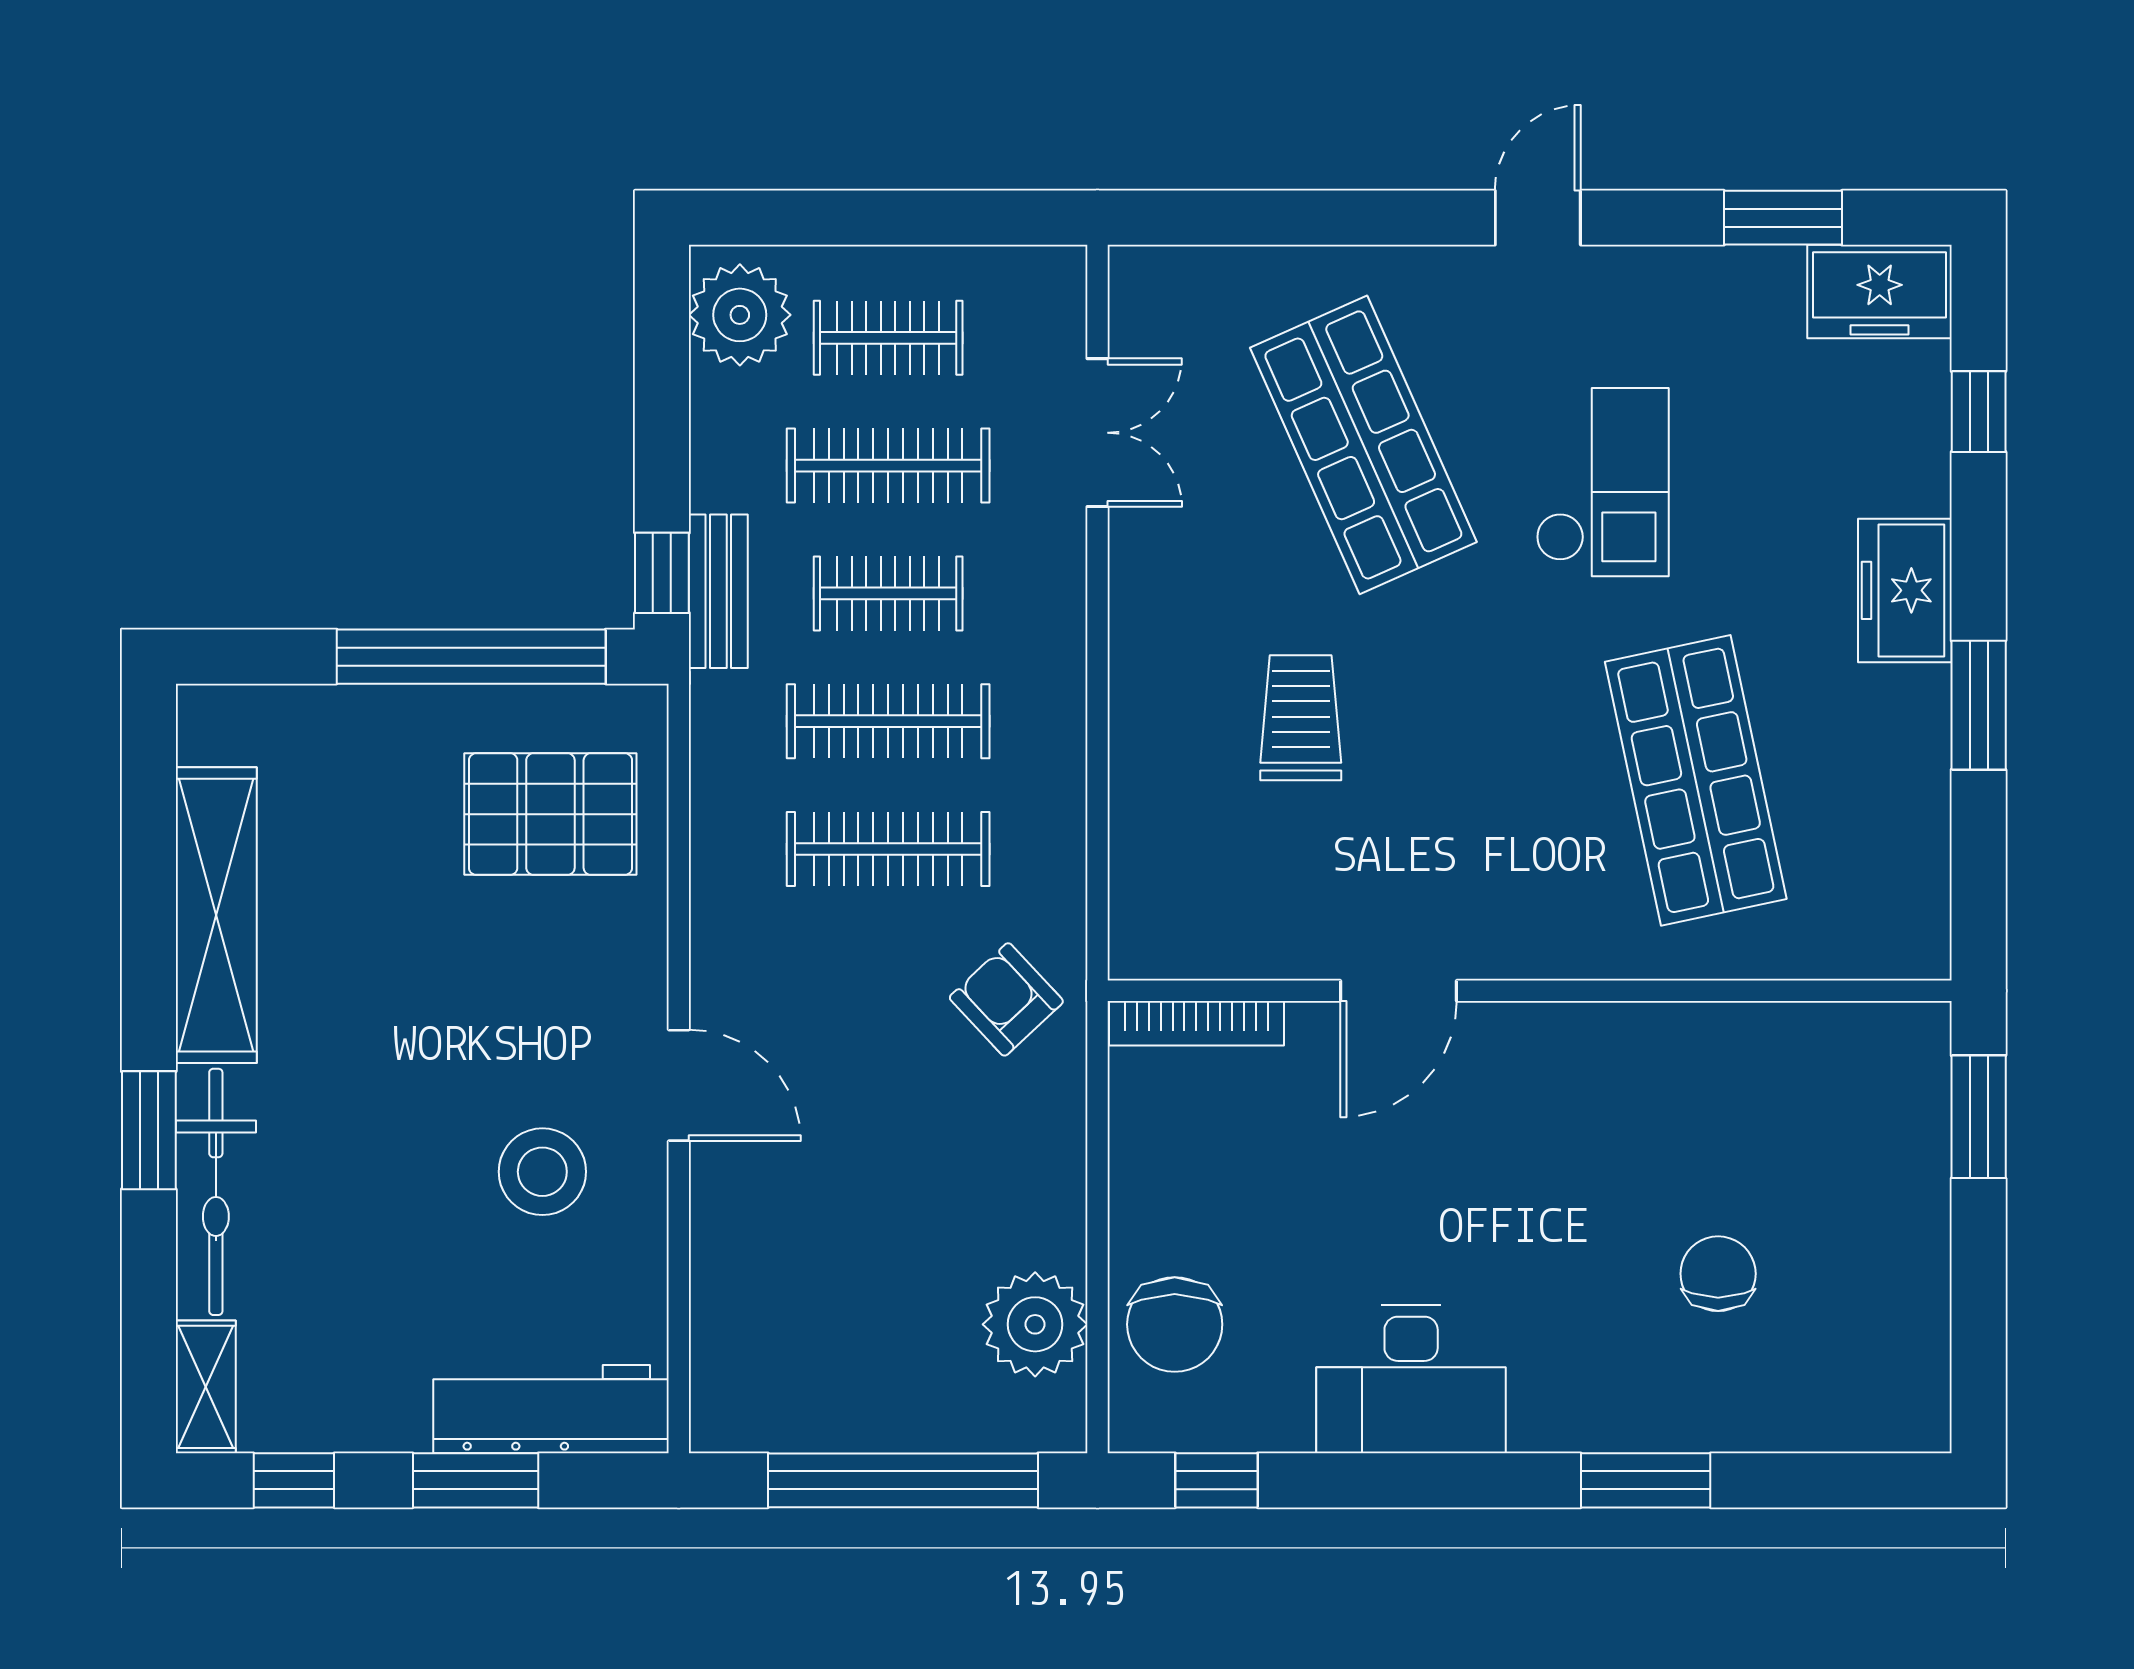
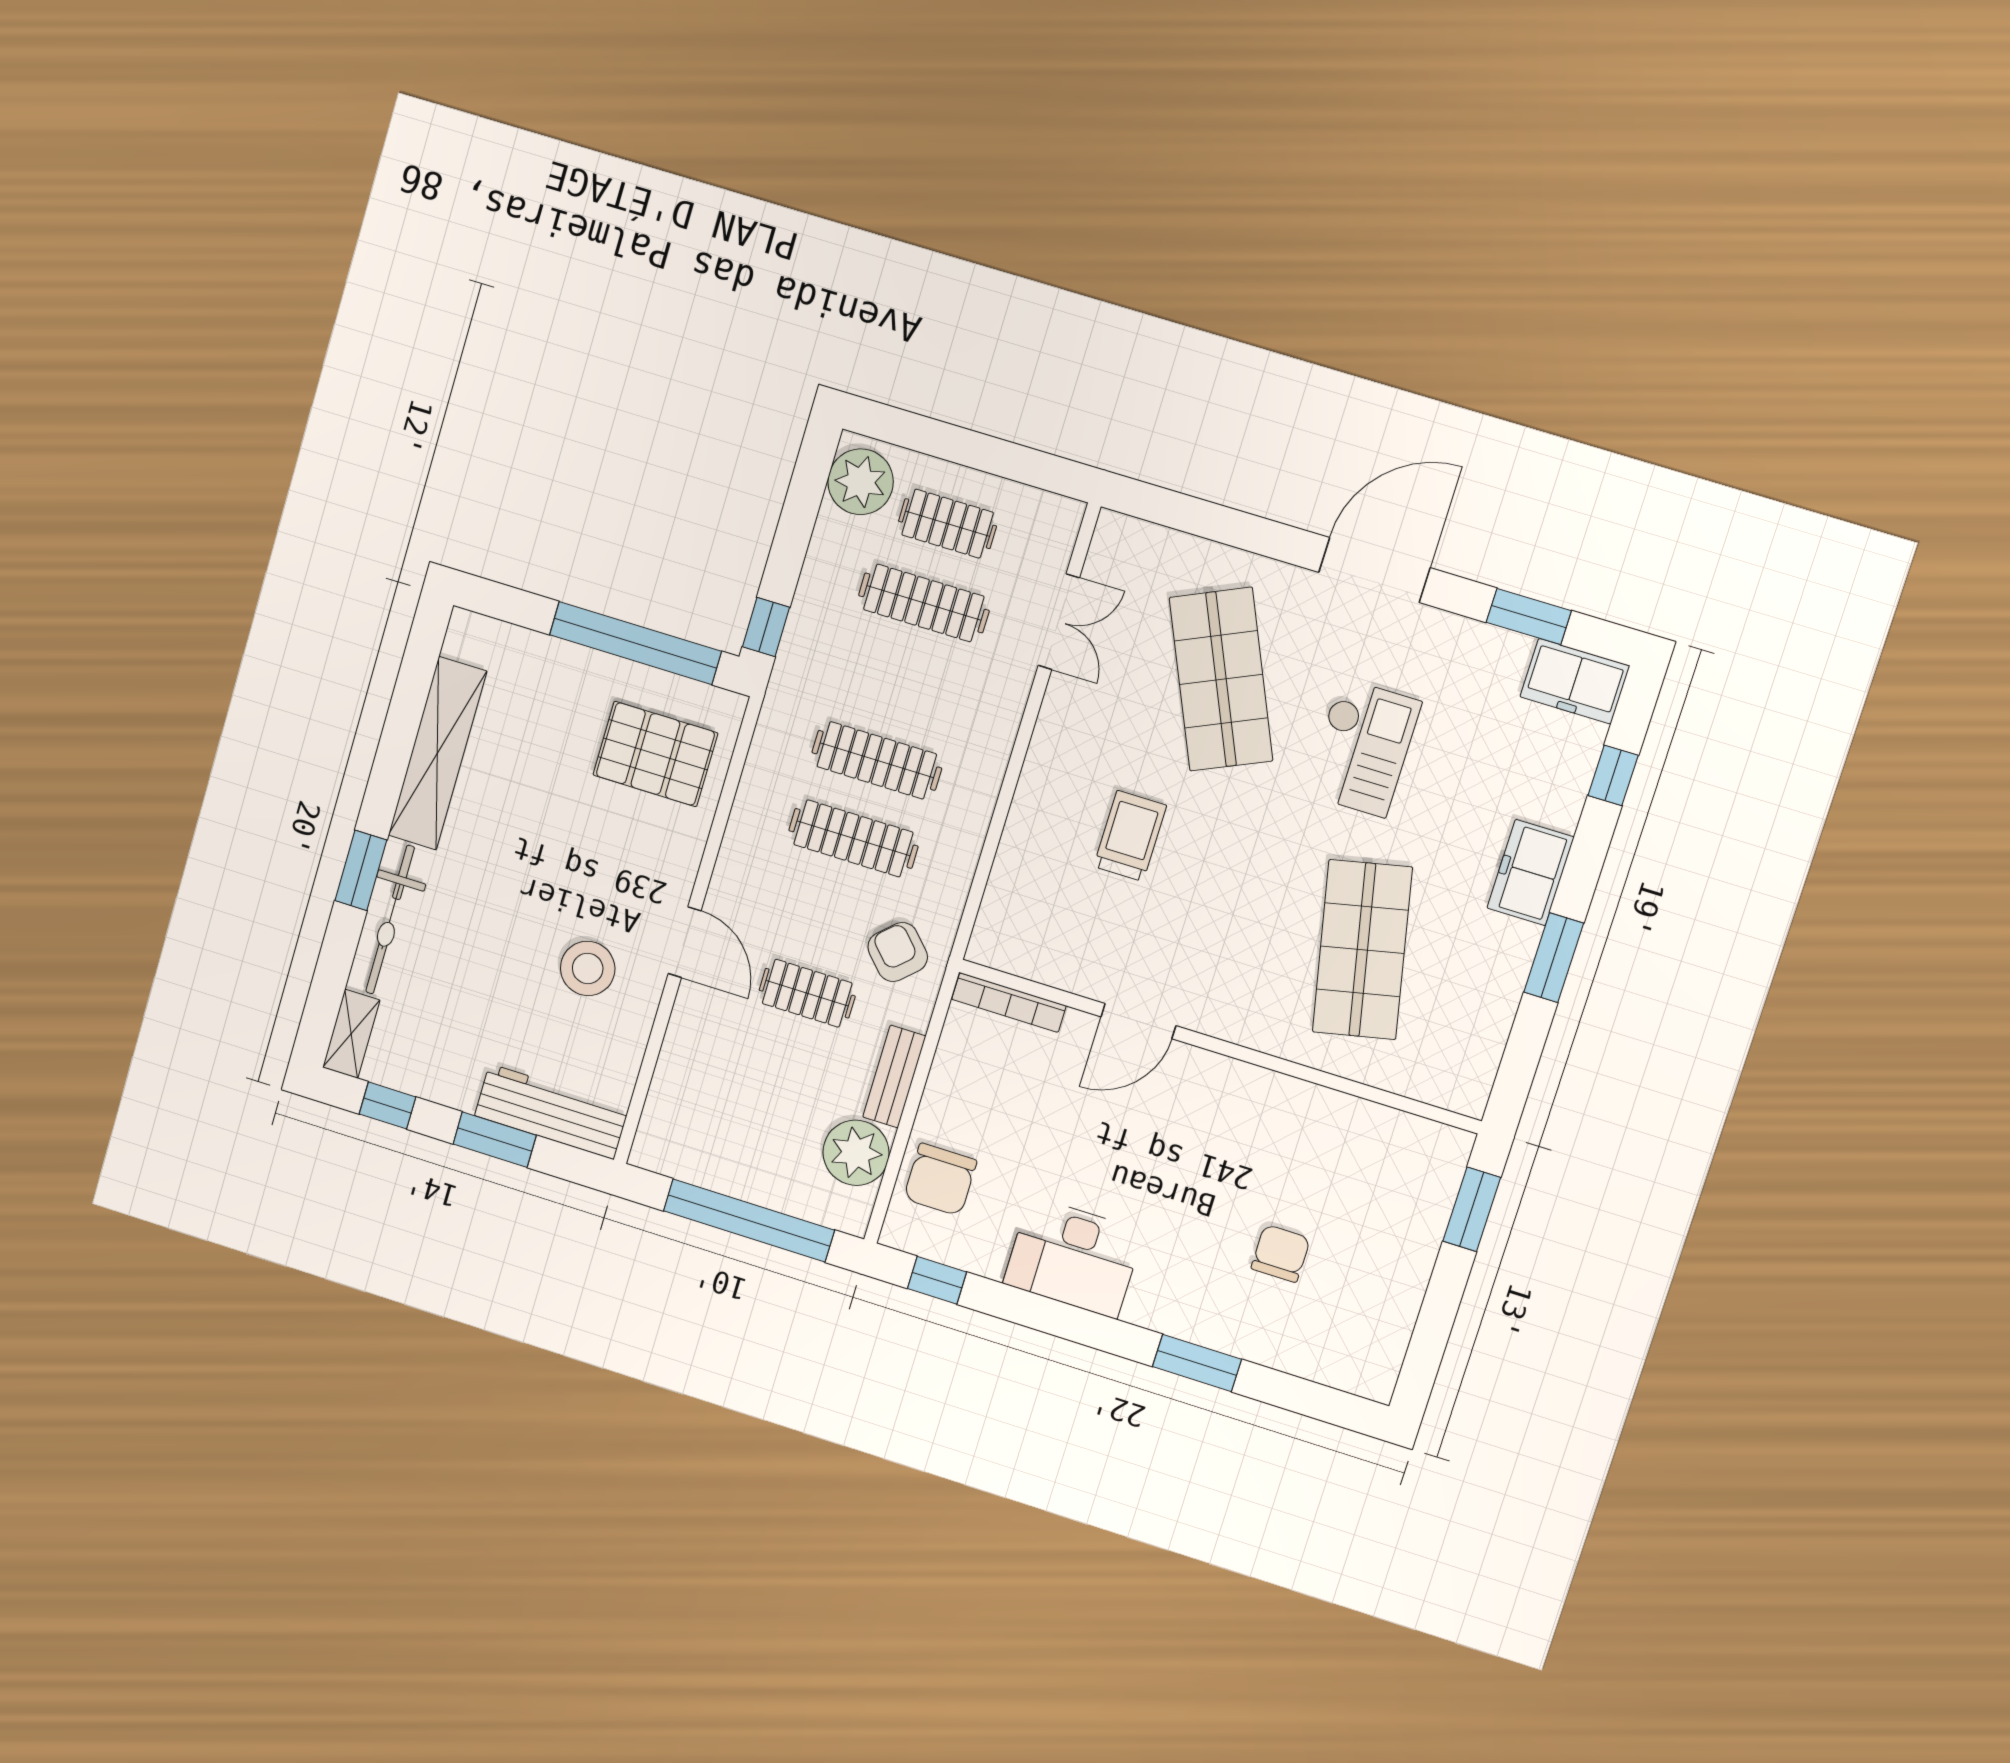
door: (1538, 218) -> (1374, 570), width x1.88
bench: (718, 591) -> (894, 1077), moved
clothes rail: (888, 593) -> (807, 993), moved

